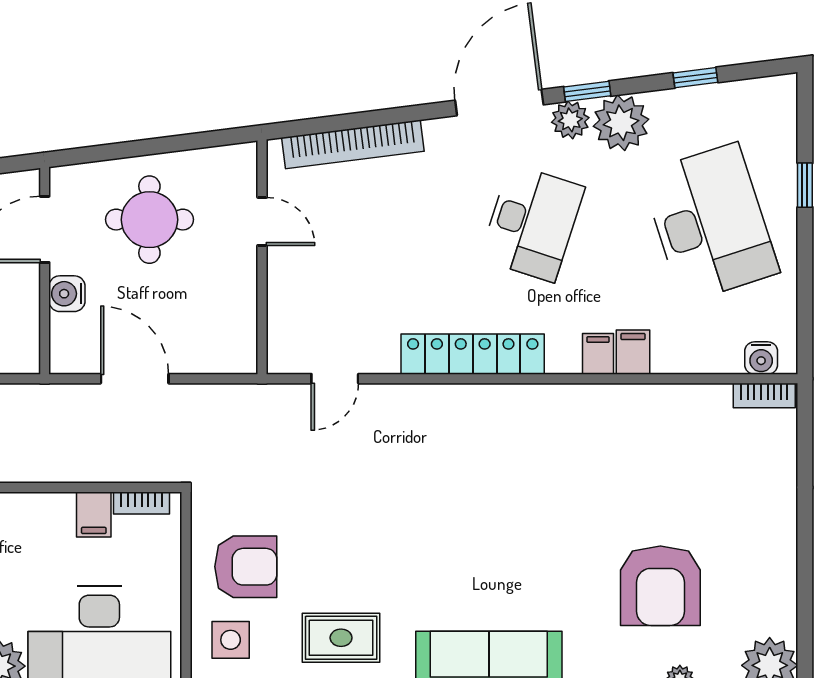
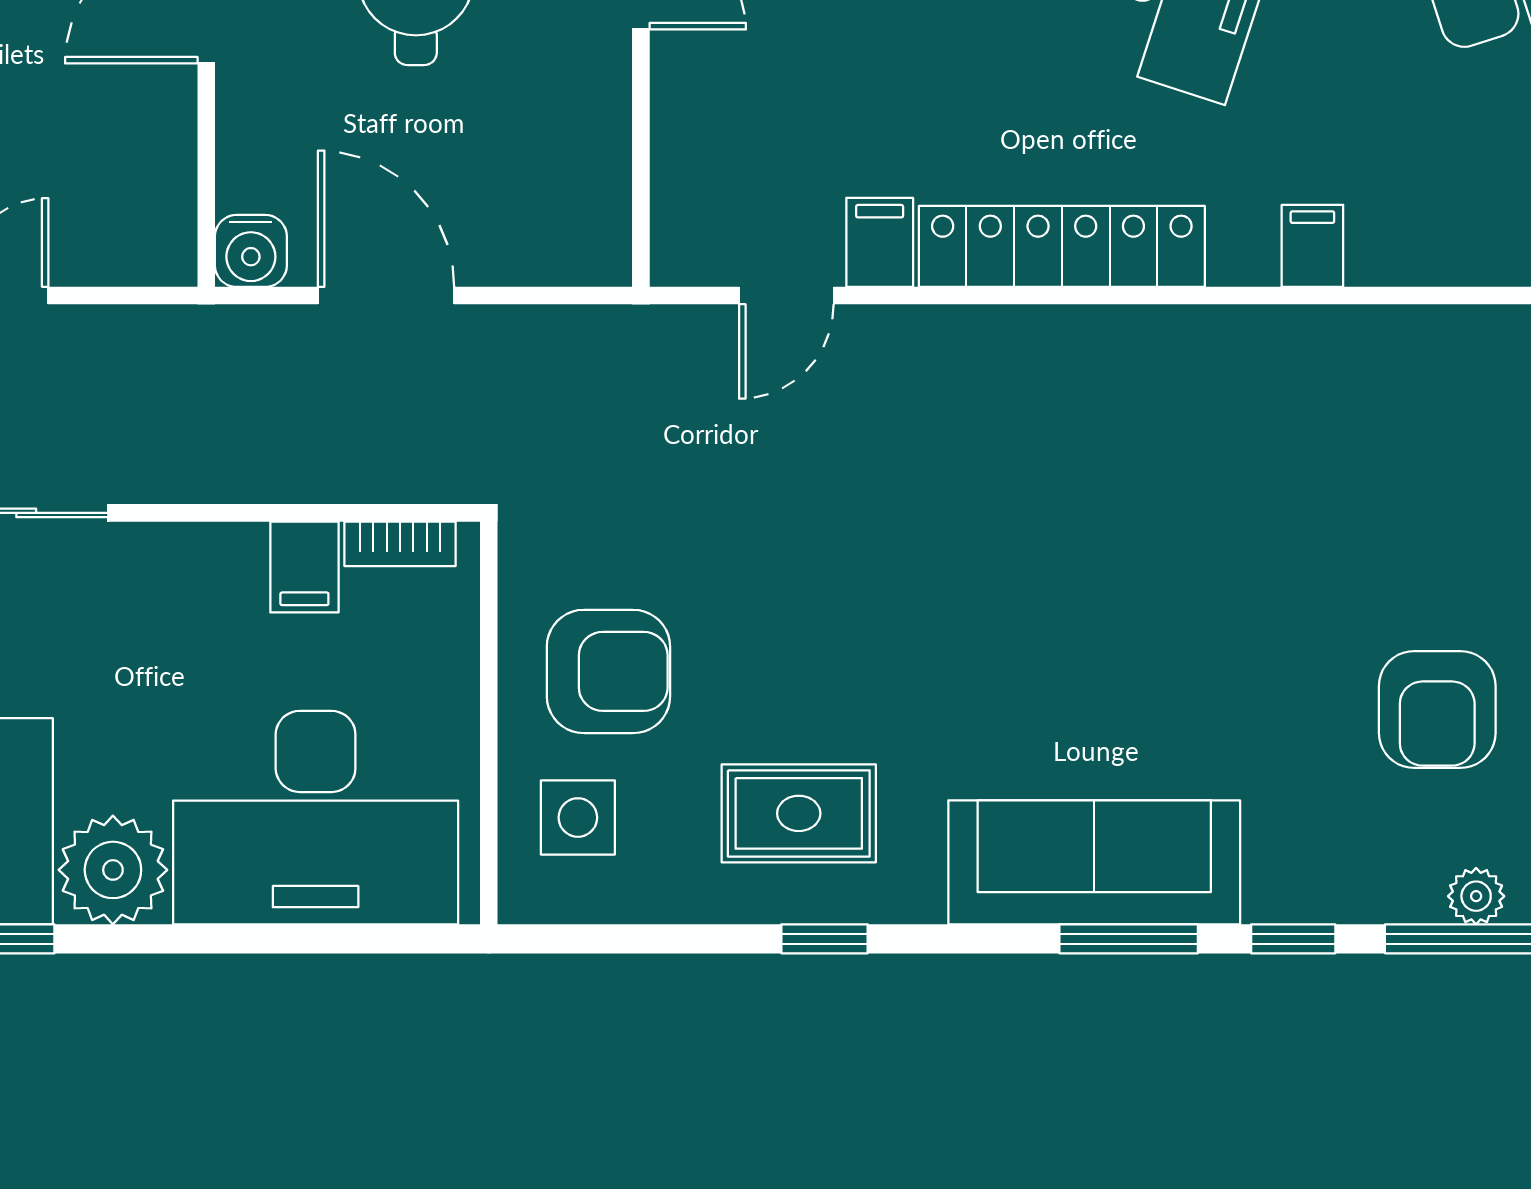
water cooler: (67, 294) -> (251, 251), moved, turned -90
filing cabinet: (633, 352) -> (880, 242), moved
armchair: (660, 586) -> (1437, 709), width x0.73, depth x0.73

